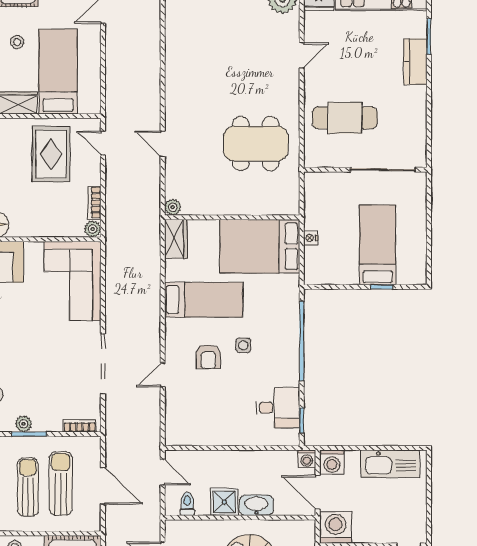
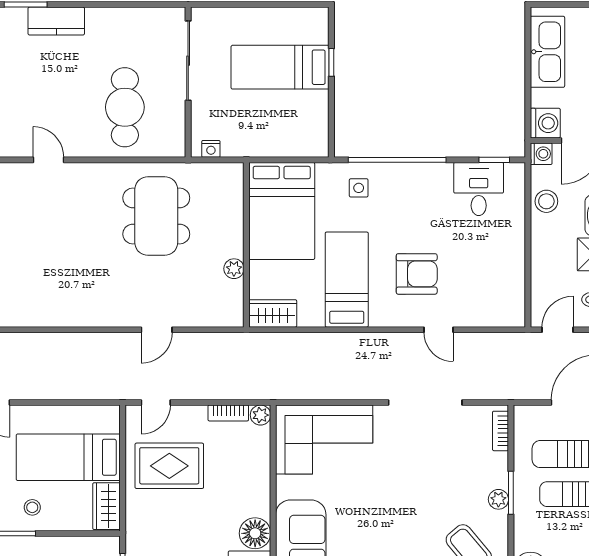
plant: (173, 207) -> (234, 269), moved
nightstand: (311, 238) -> (211, 149), moved
side table: (243, 345) -> (359, 188), moved
armchair: (208, 357) -> (417, 274), width x1.38, depth x1.38
stool: (268, 463) -> (546, 201), added

